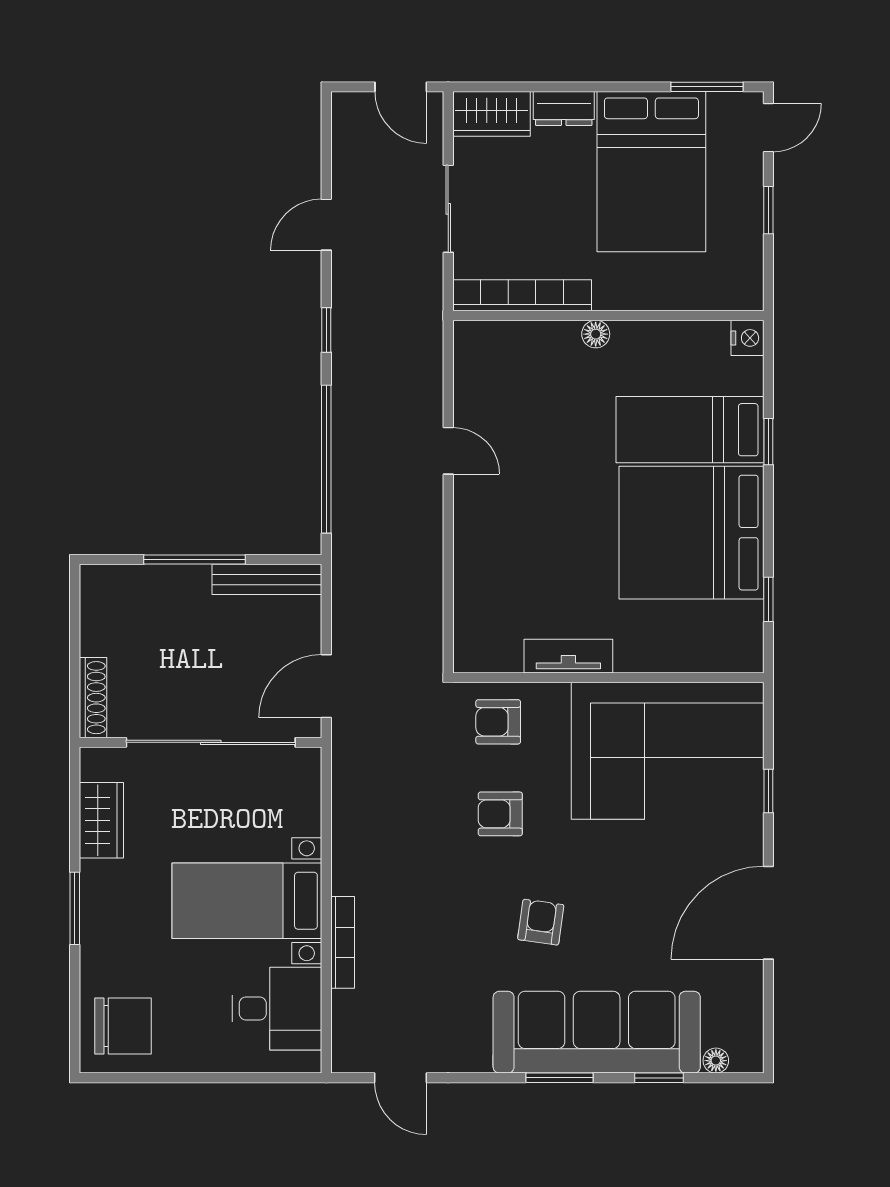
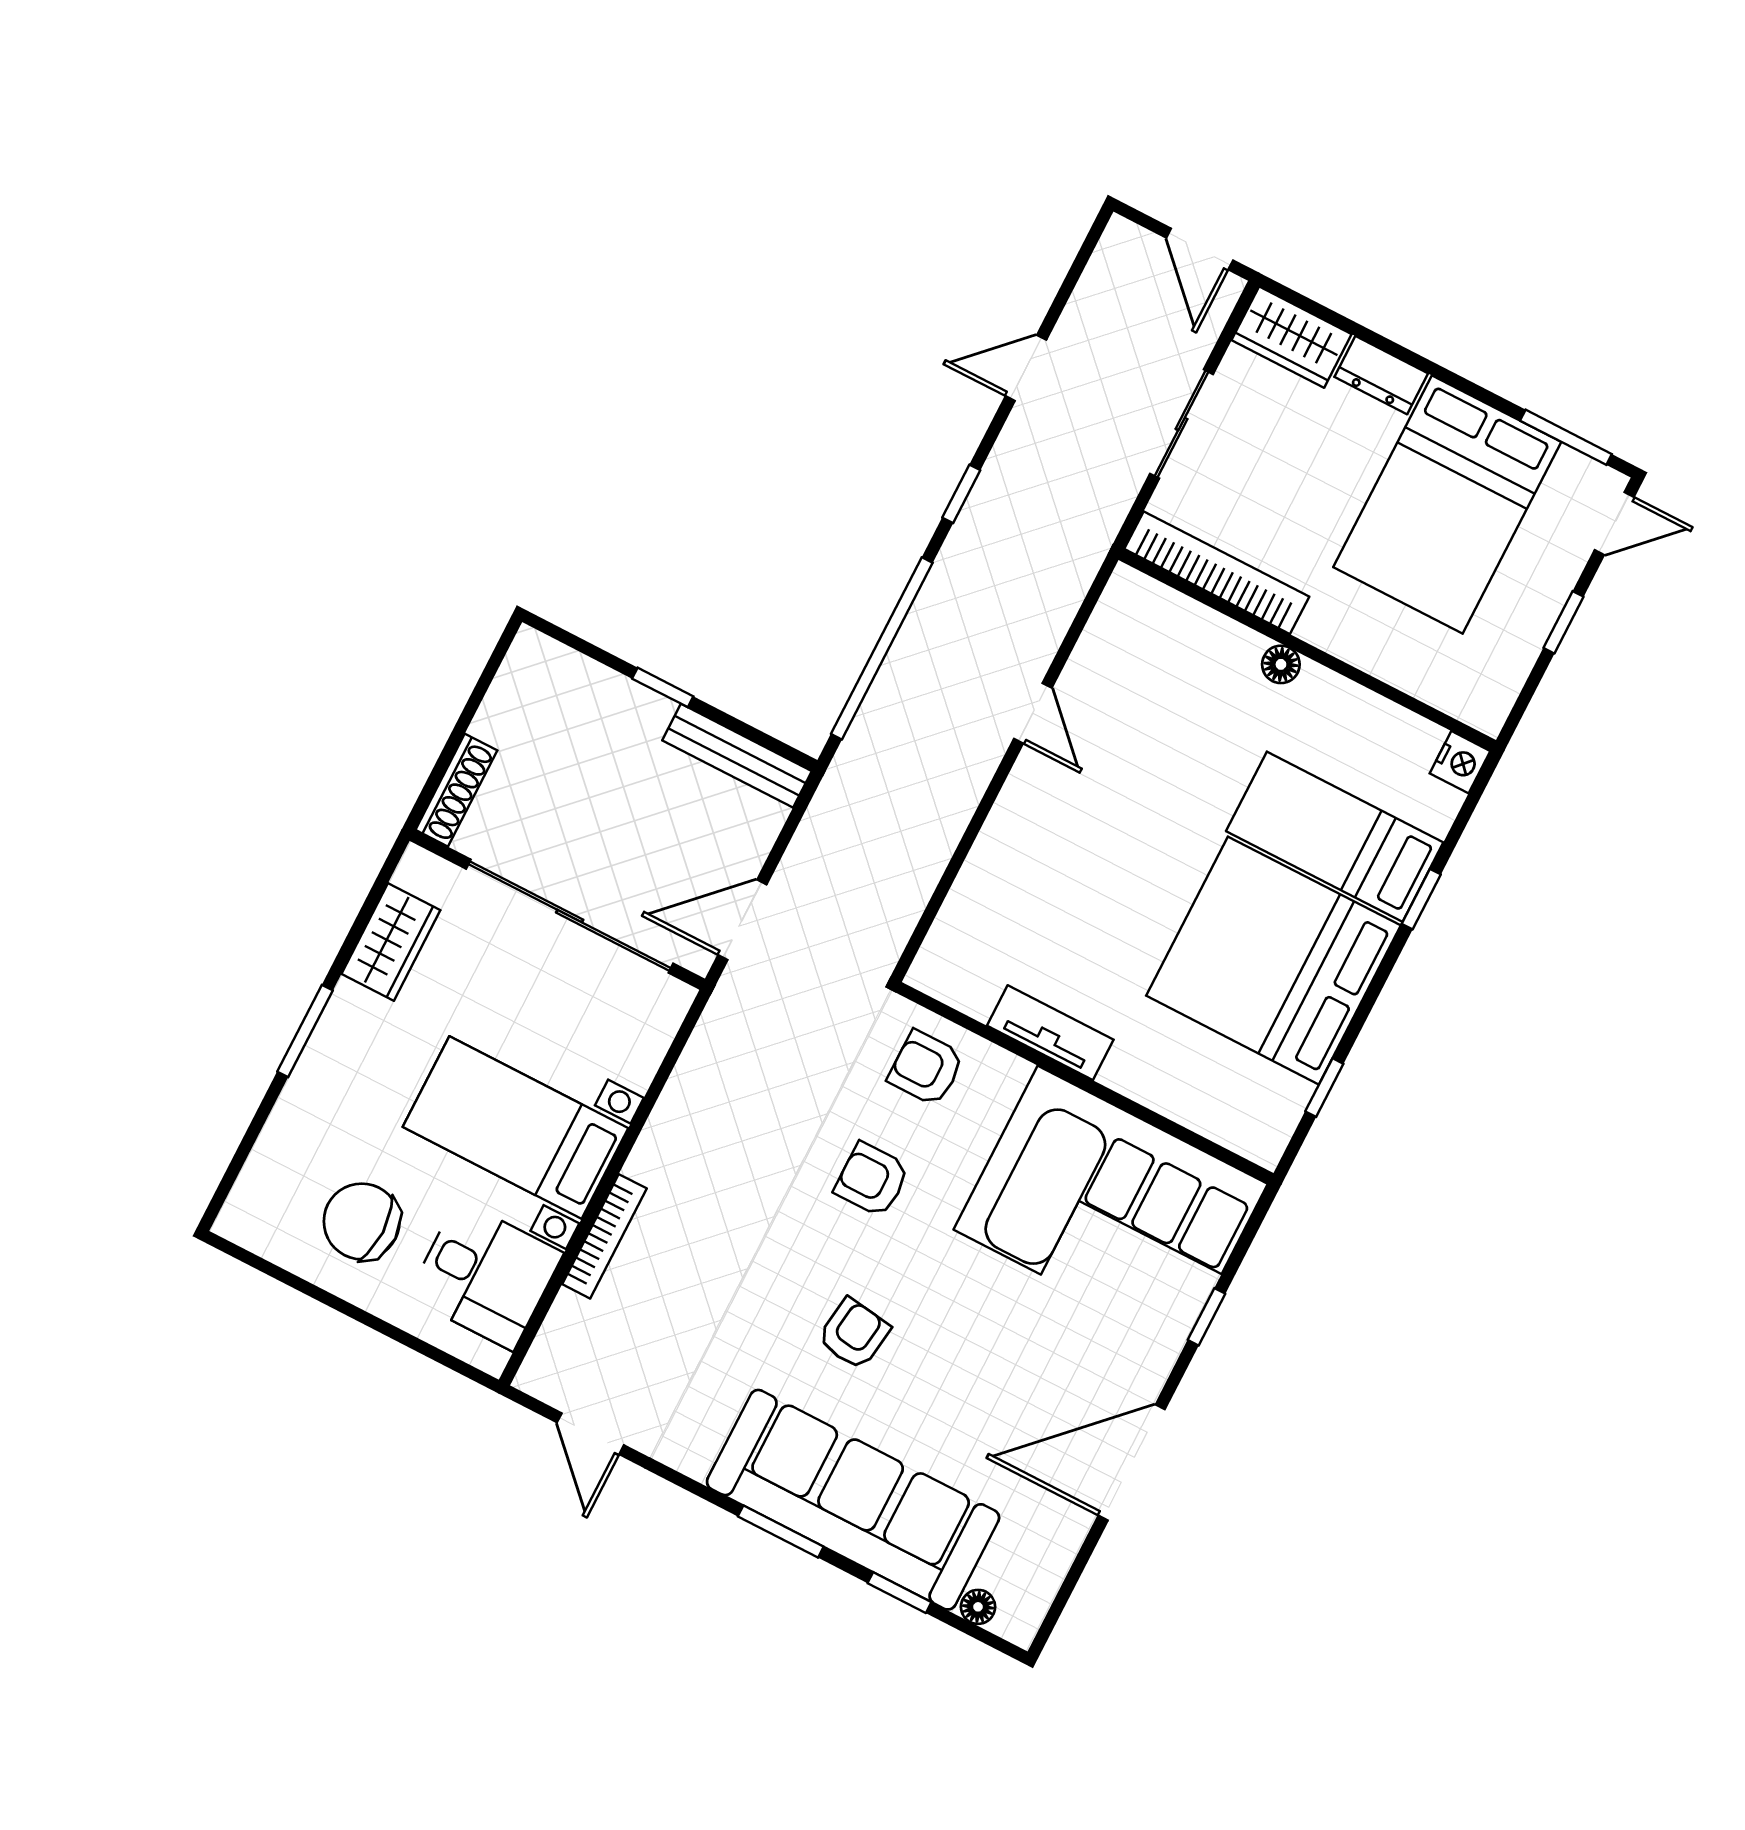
window: (195, 559) -> (663, 687), width x0.46
chair: (123, 1026) -> (362, 1221), moved, turned 180

